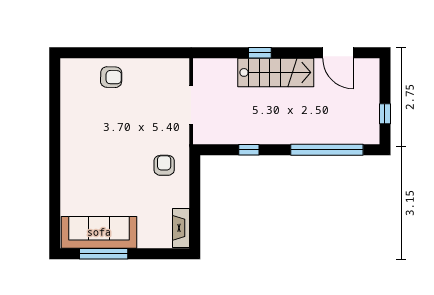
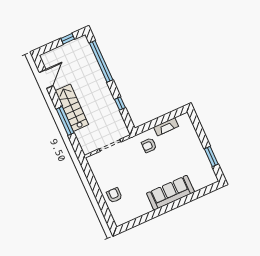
window: (260, 53) -> (65, 121), width x2.17
fireplace: (181, 228) -> (166, 127), moved
sofa: (99, 232) -> (170, 193), moved, turned 90
window: (104, 254) -> (211, 157), width x0.69

